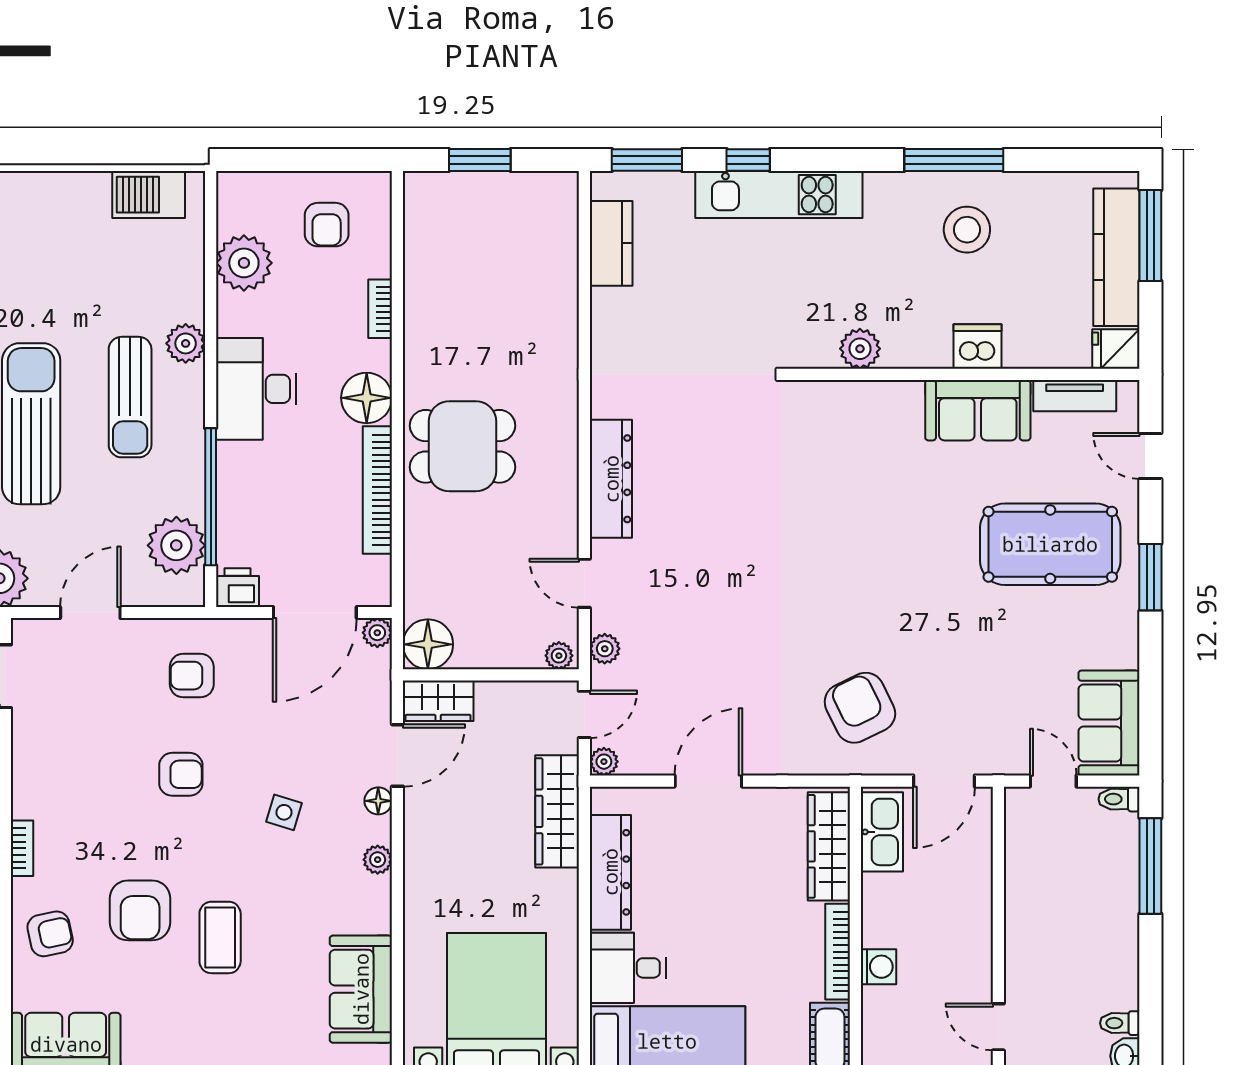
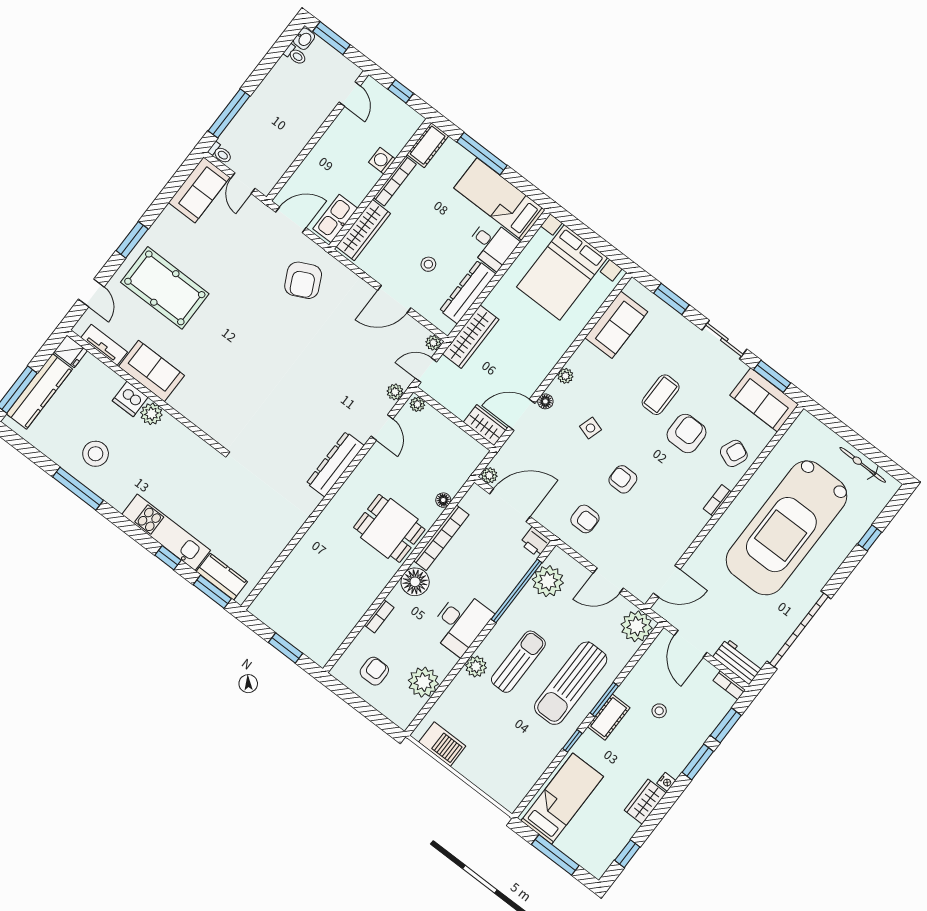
kitchen counter: (611, 243) -> (222, 577), moved, turned 90
plant: (860, 349) -> (151, 414), moved
floor lamp: (428, 644) -> (443, 500), moved, width x0.53, depth x0.53
stool: (698, 869) -> (428, 264), added
armchair: (50, 934) -> (734, 453), turned 125

